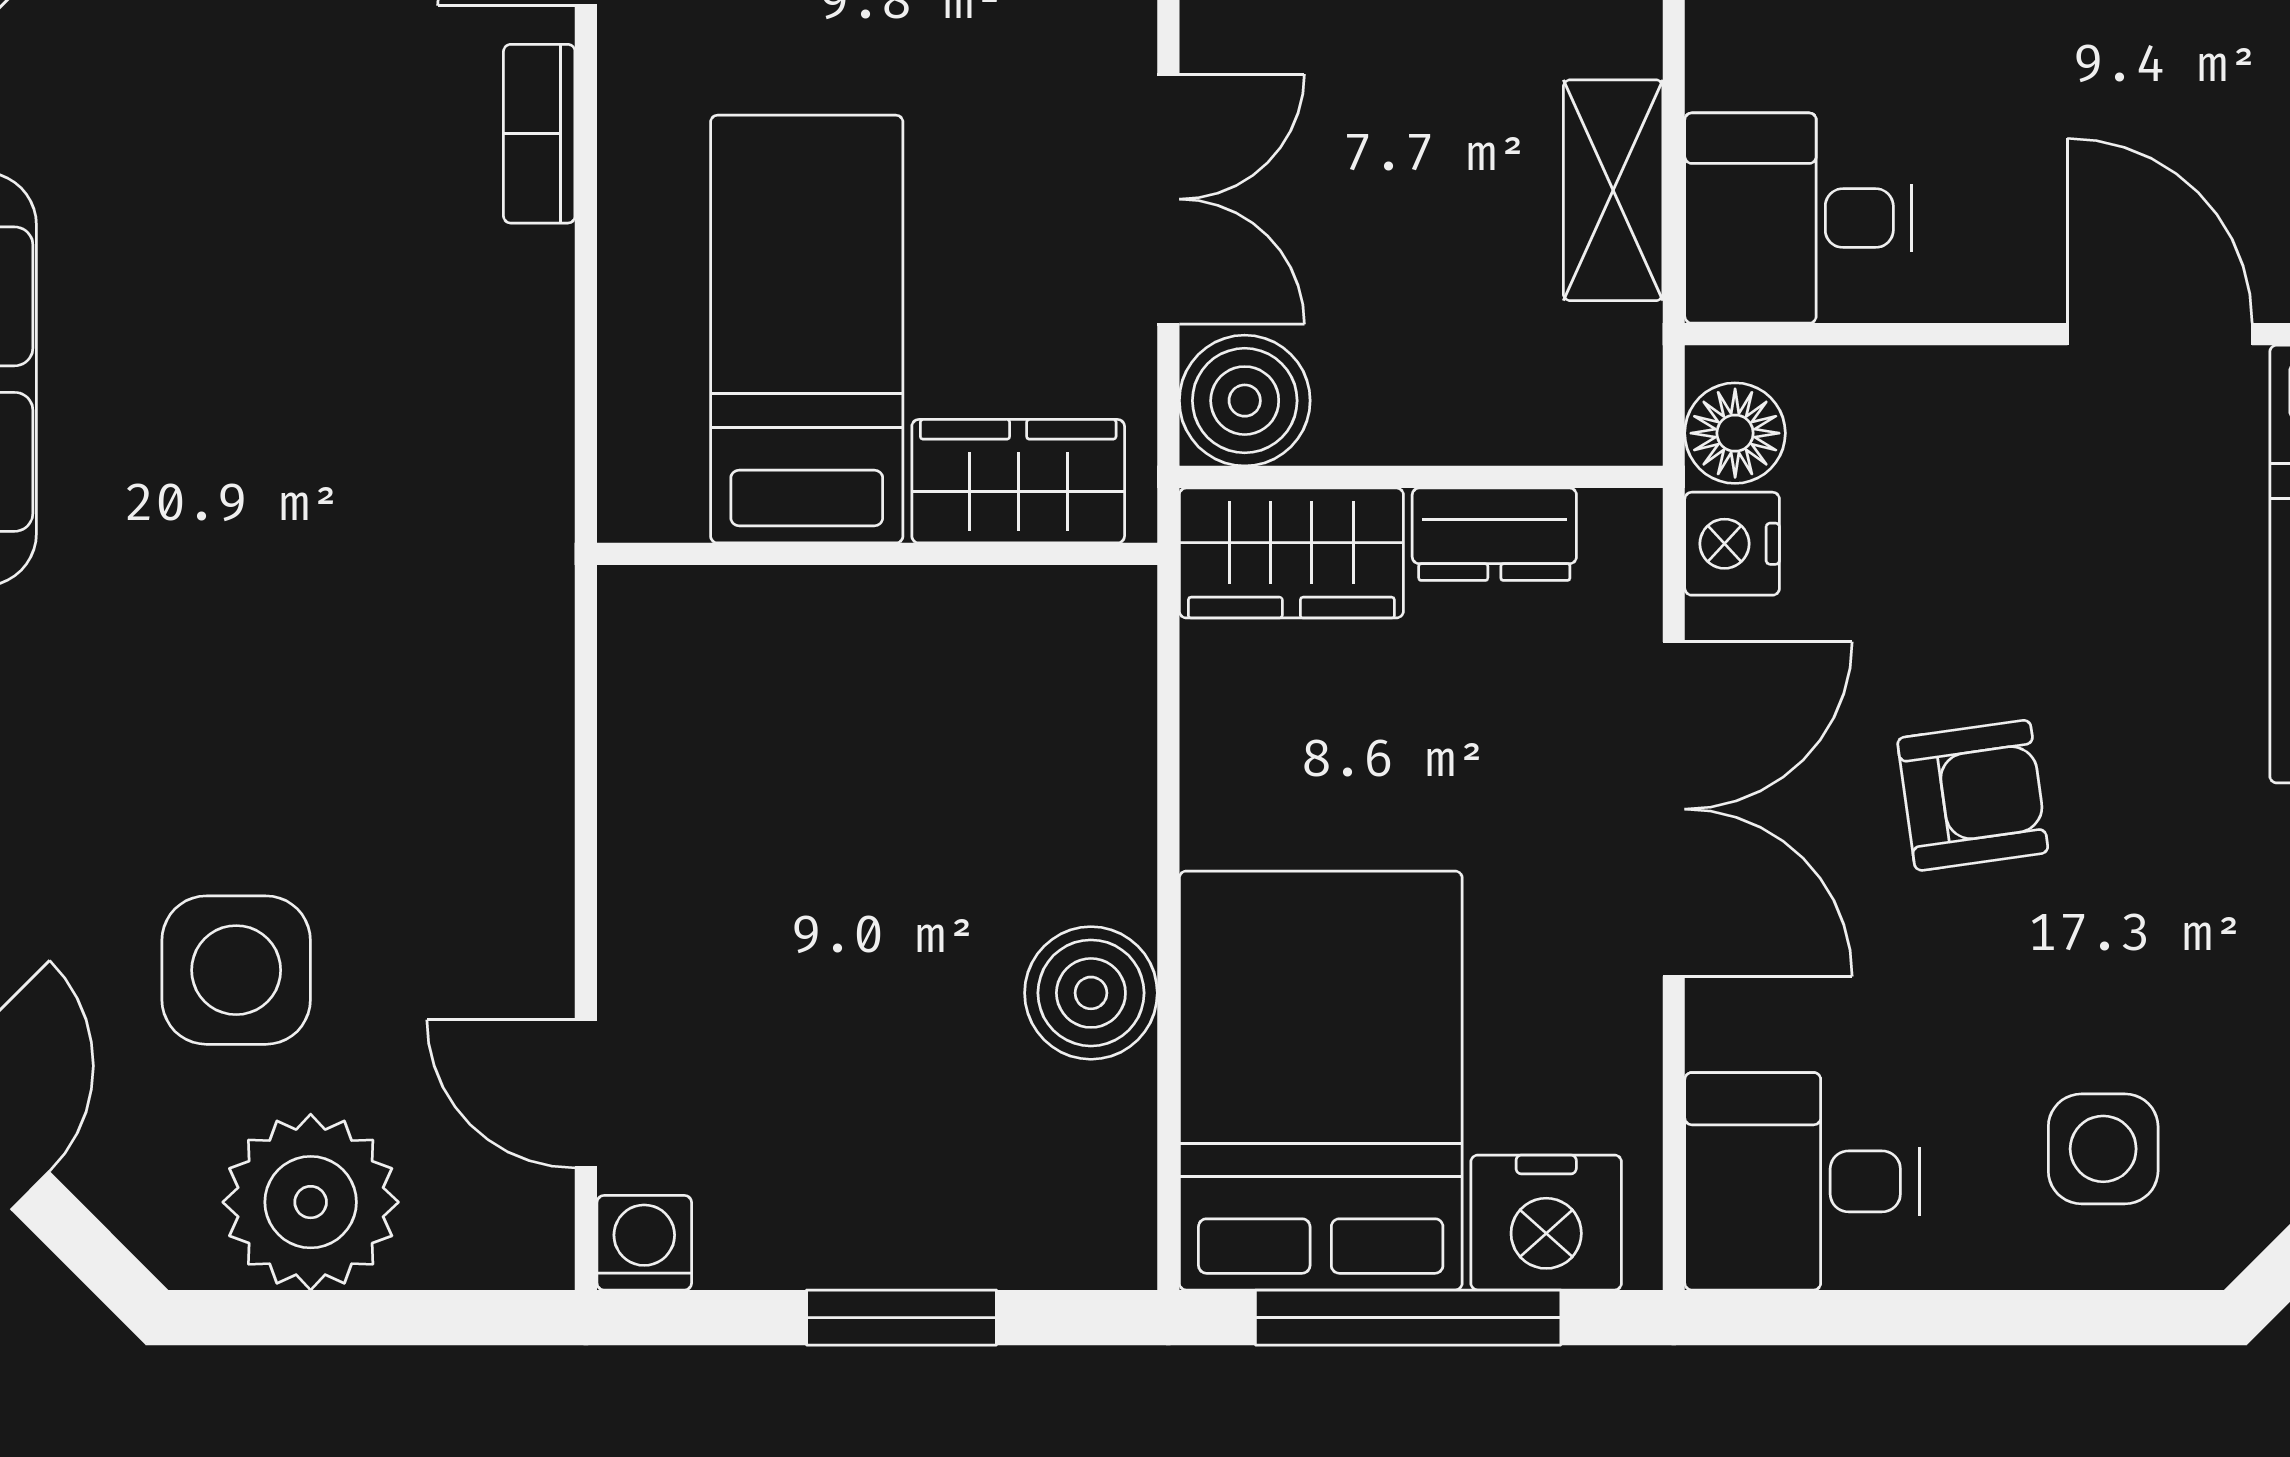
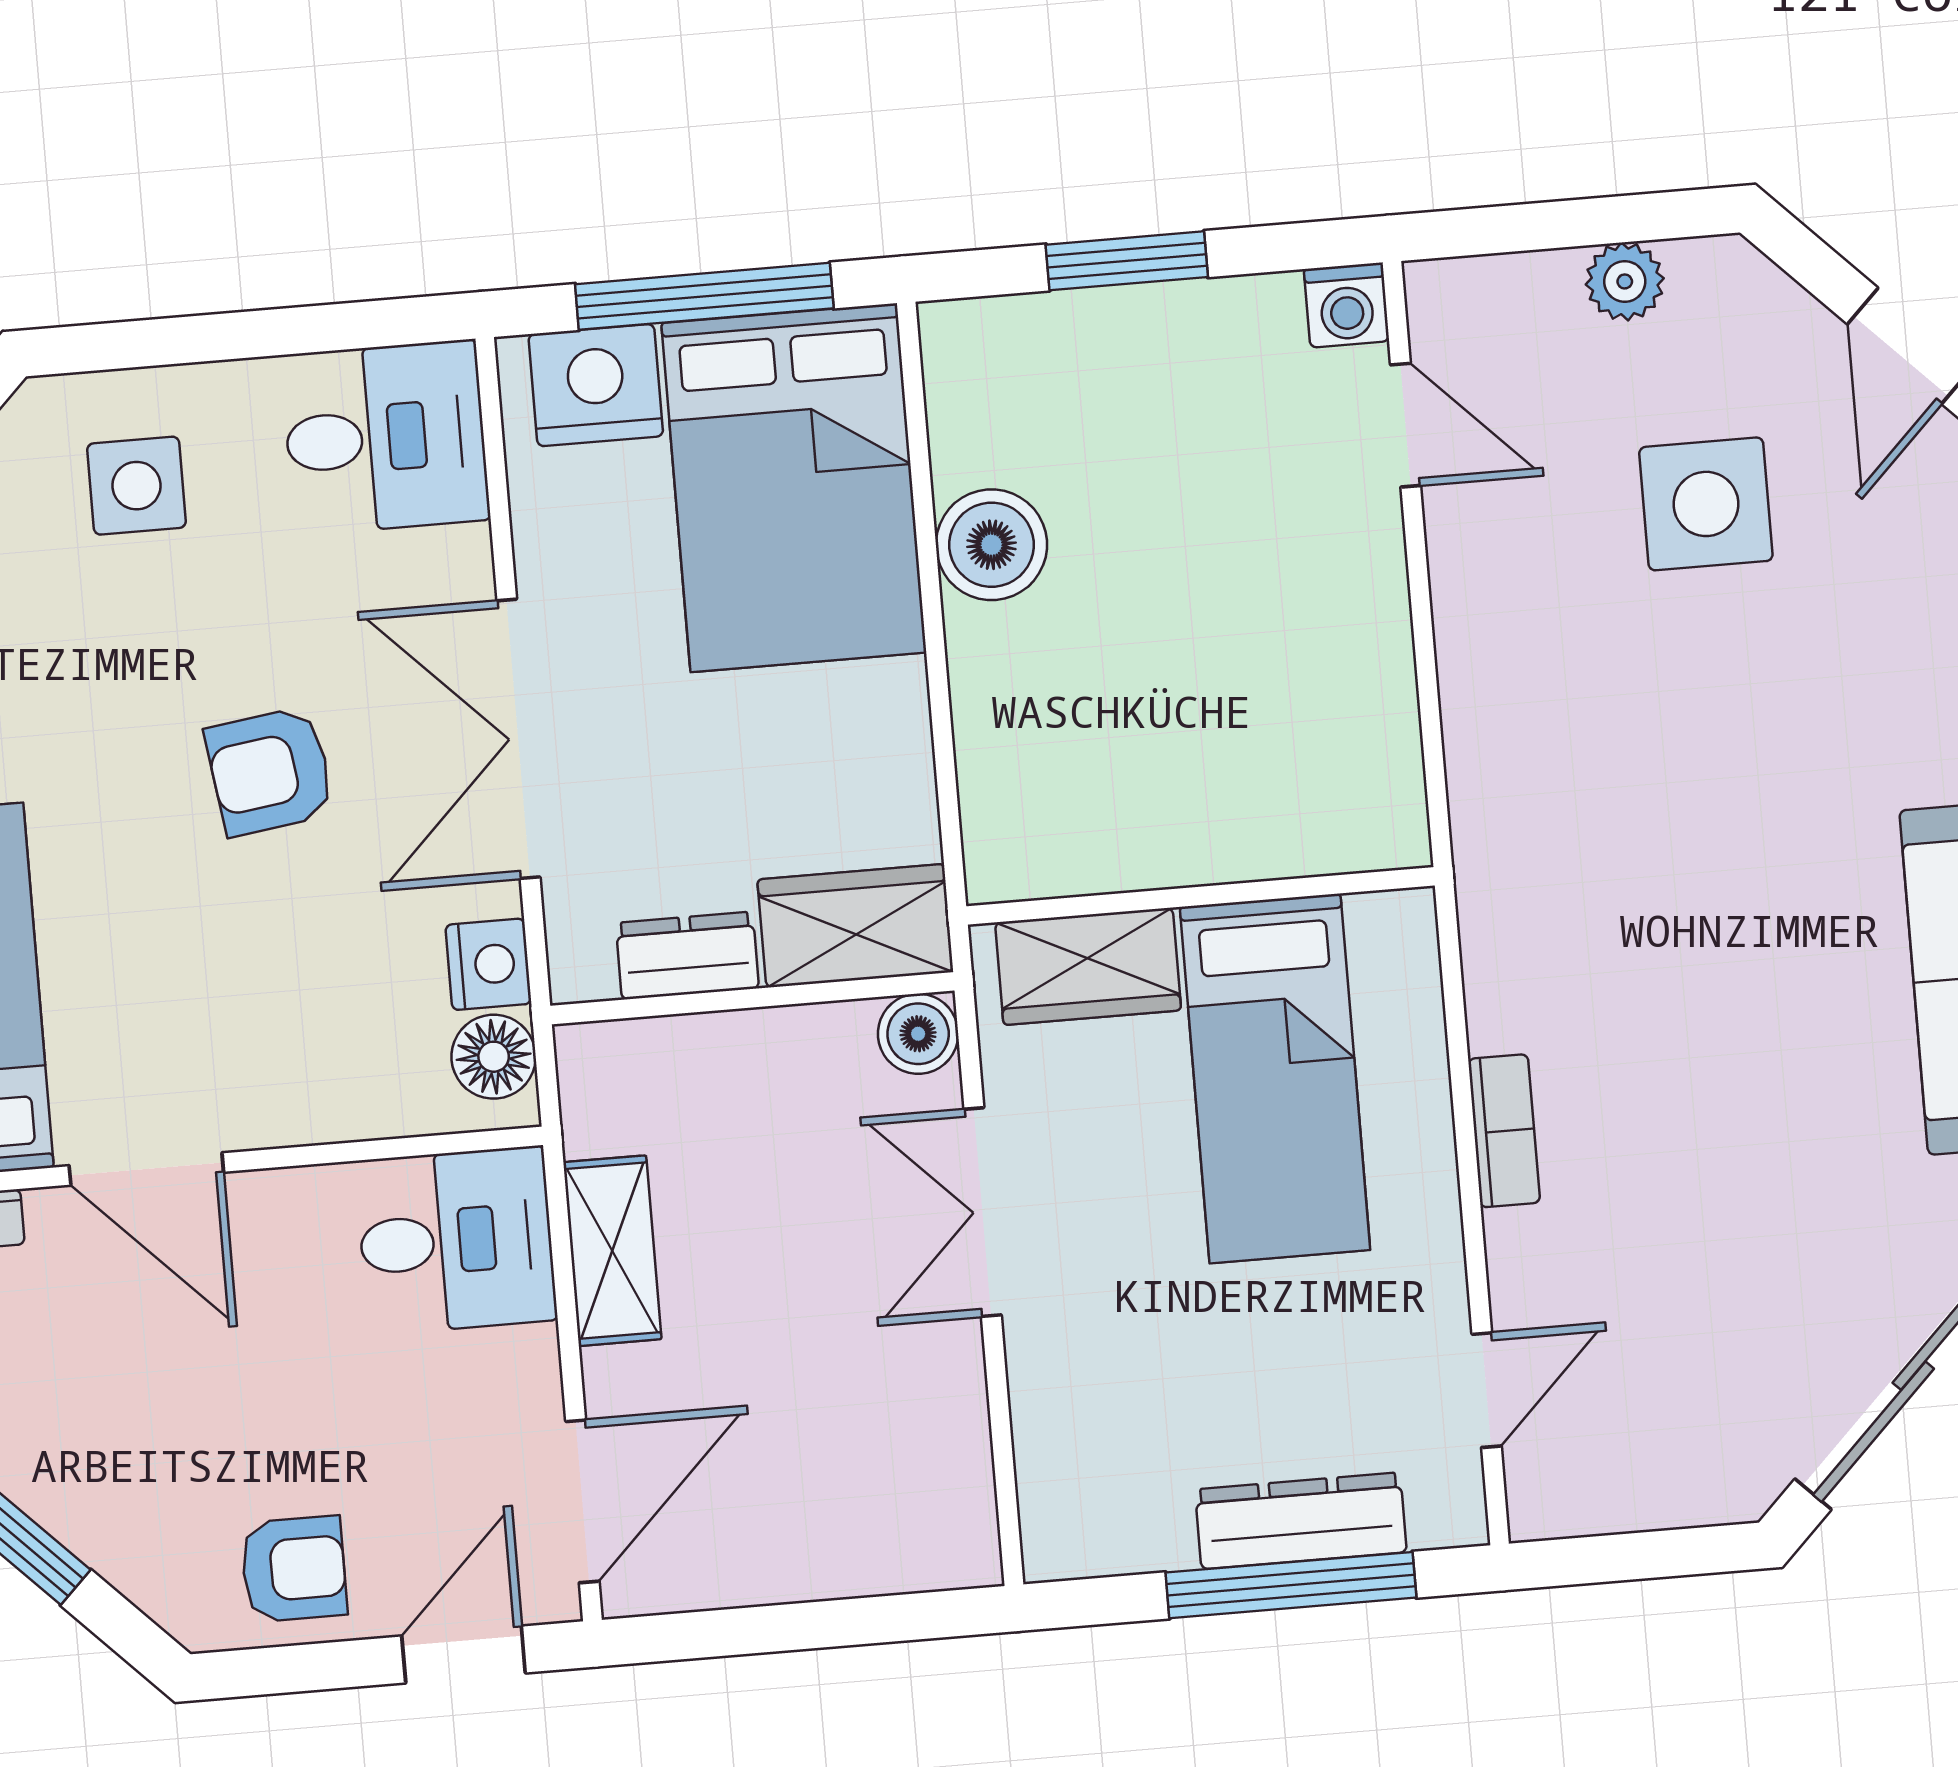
bookcase: (539, 134) -> (1504, 1131), moved
boiler: (1245, 401) -> (918, 1034), width x0.73, depth x0.73
plant: (311, 1202) -> (1625, 281), width x0.53, depth x0.53

